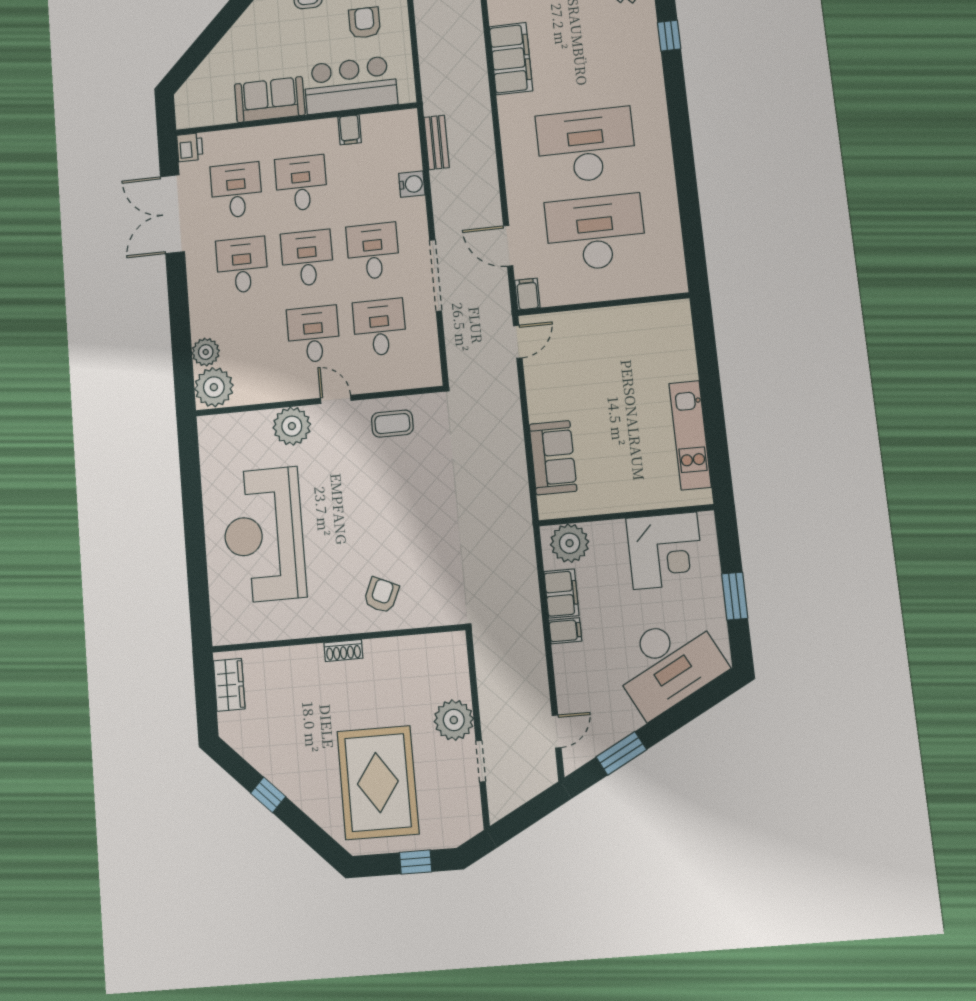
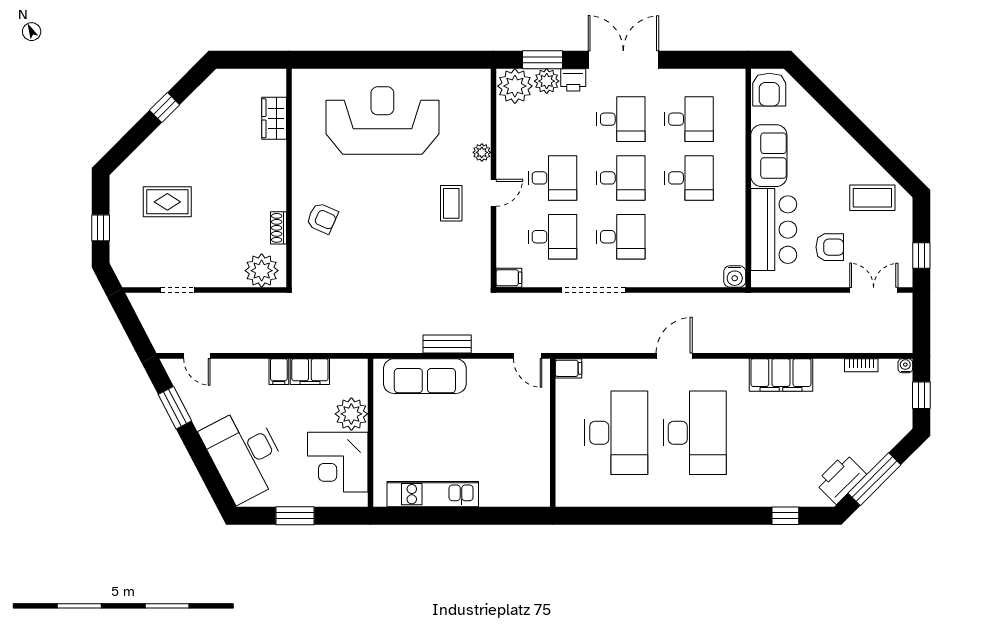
armchair: (198, 107) -> (769, 90), added
filing cabinet: (350, 130) -> (509, 278), moved, turned 180
bench: (437, 142) -> (447, 344), moved
printer: (190, 147) -> (573, 80), moved
water cooler: (412, 184) -> (735, 276), moved
double door: (172, 214) -> (623, 60), moved
door: (508, 246) -> (674, 356), moved
window: (182, 359) -> (542, 60), added
coffee table: (392, 424) -> (451, 203), moved
plant: (292, 426) -> (482, 152), width x0.53, depth x0.53
sofa: (553, 458) -> (425, 376), width x1.36
plant: (570, 543) -> (351, 414), moved
shoe rack: (343, 651) -> (279, 228), moved
wardrobe: (229, 685) -> (274, 118), moved, turned 90
plant: (454, 720) -> (262, 271), moved
rug: (378, 783) -> (167, 202), width x0.54, depth x0.49

